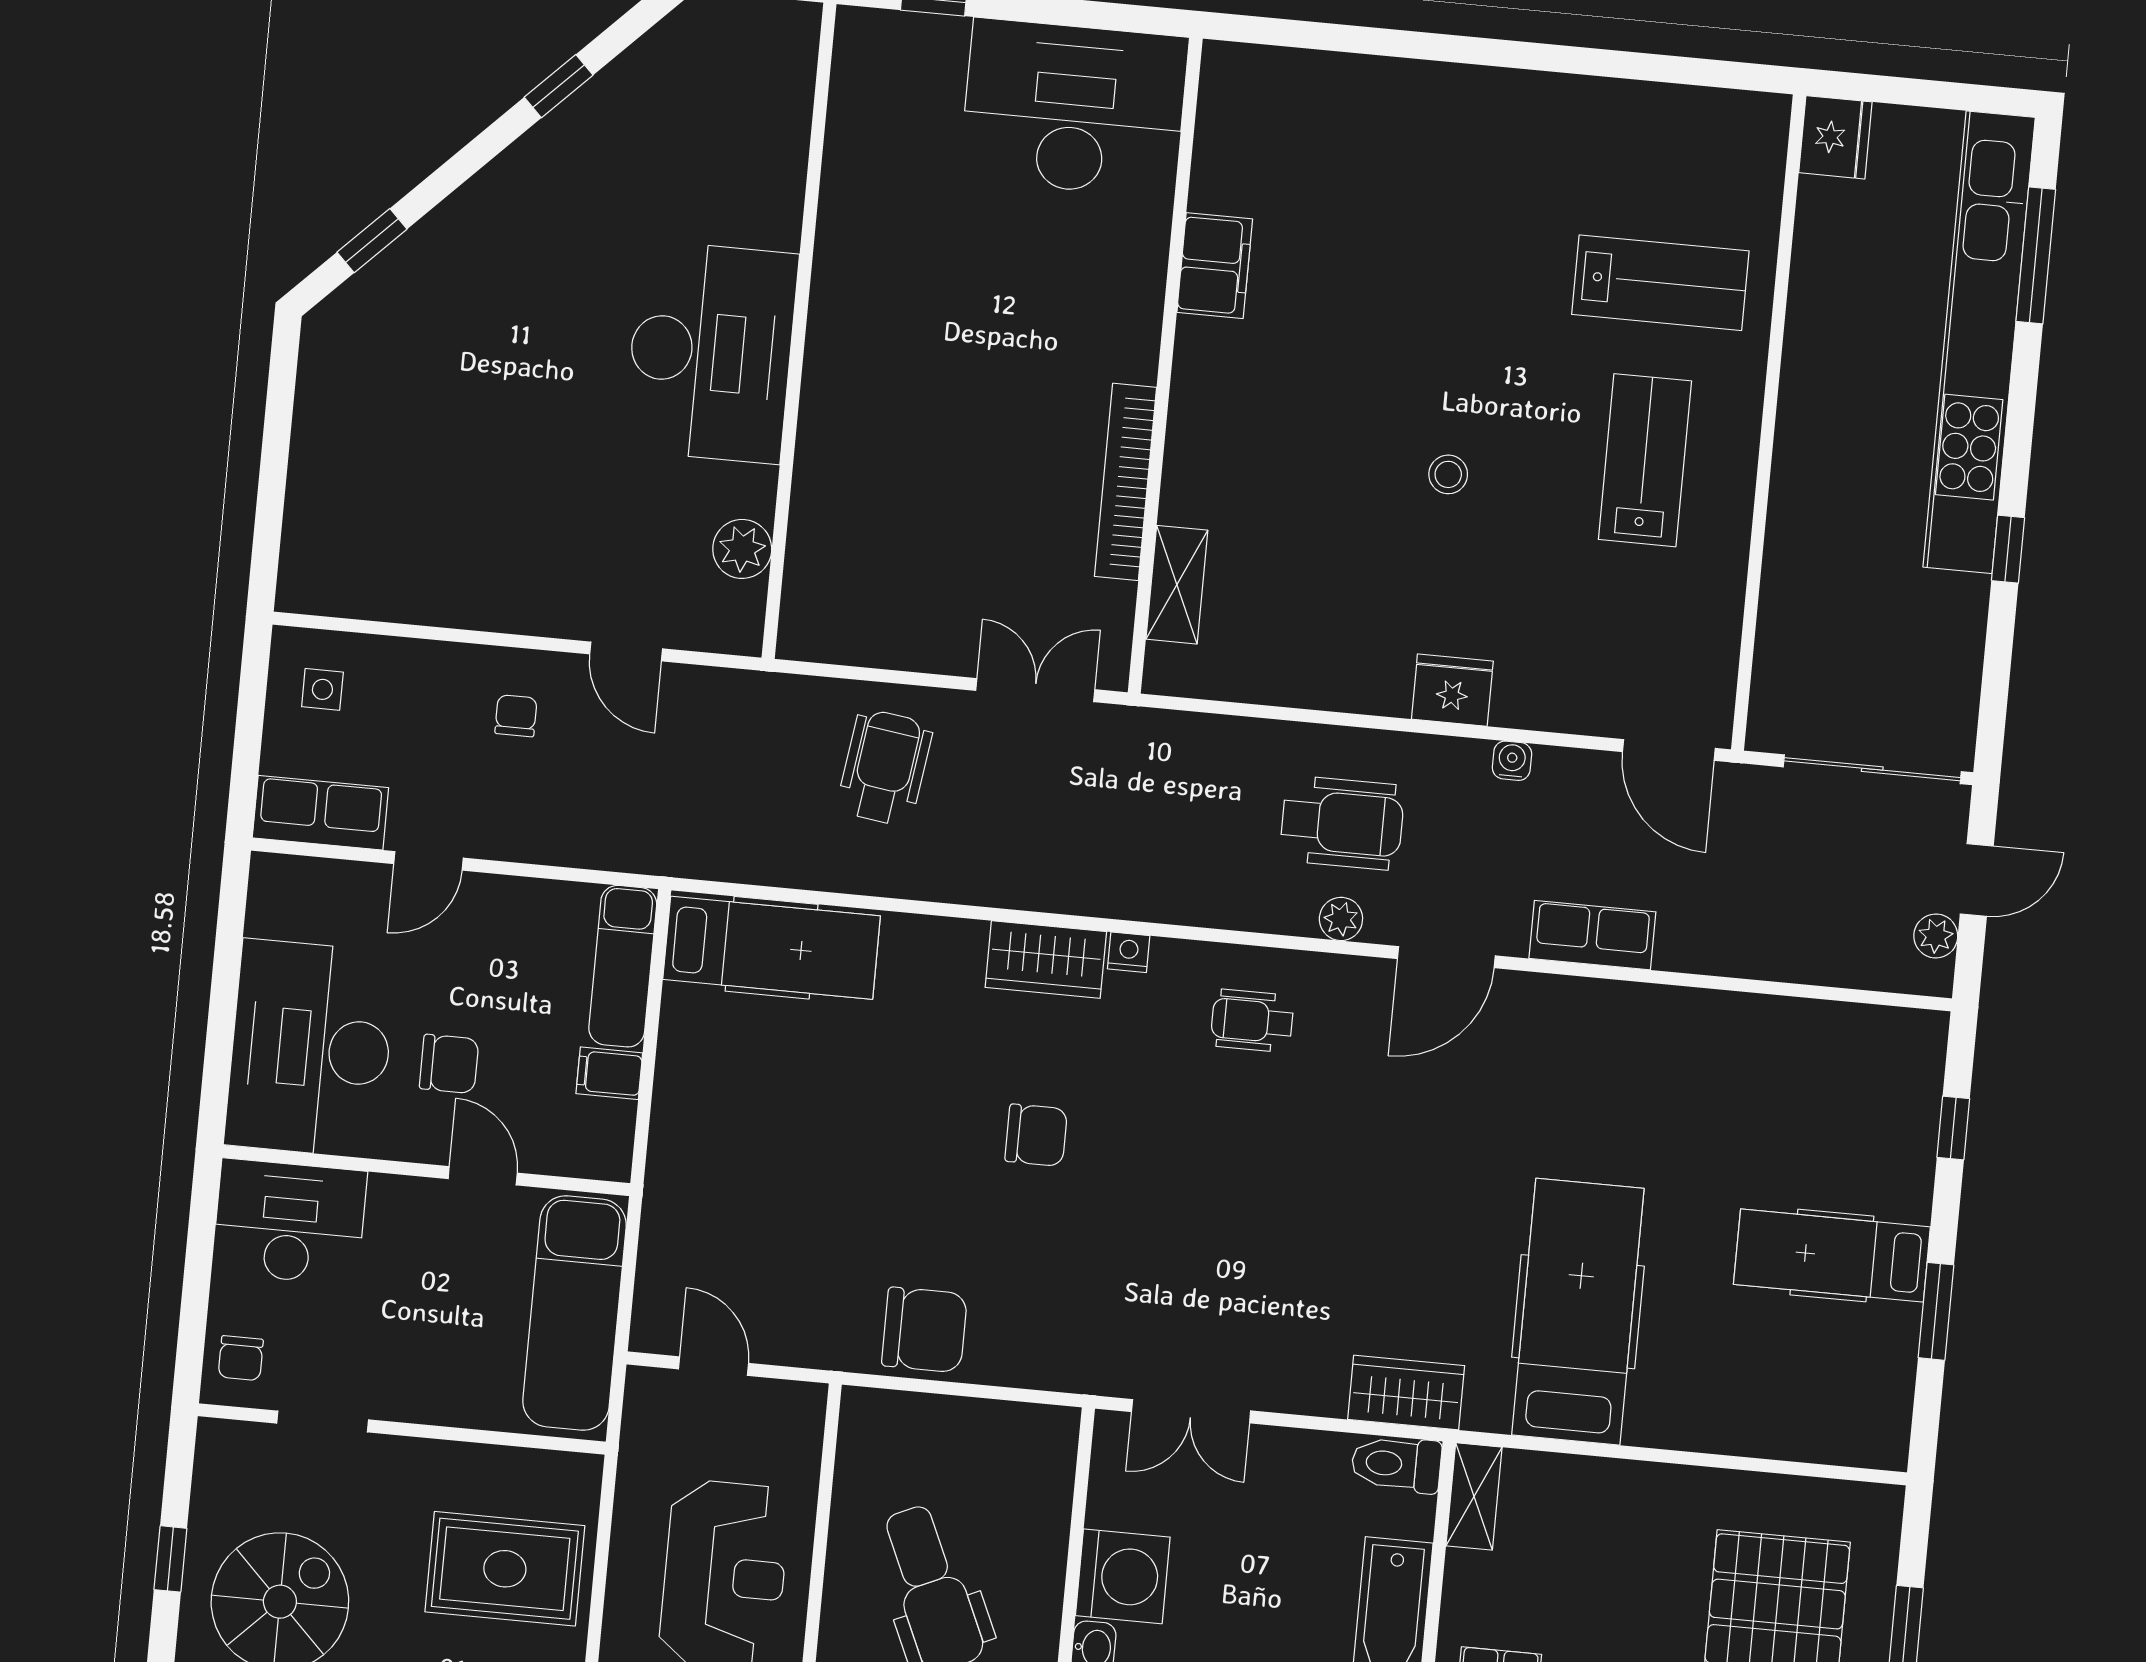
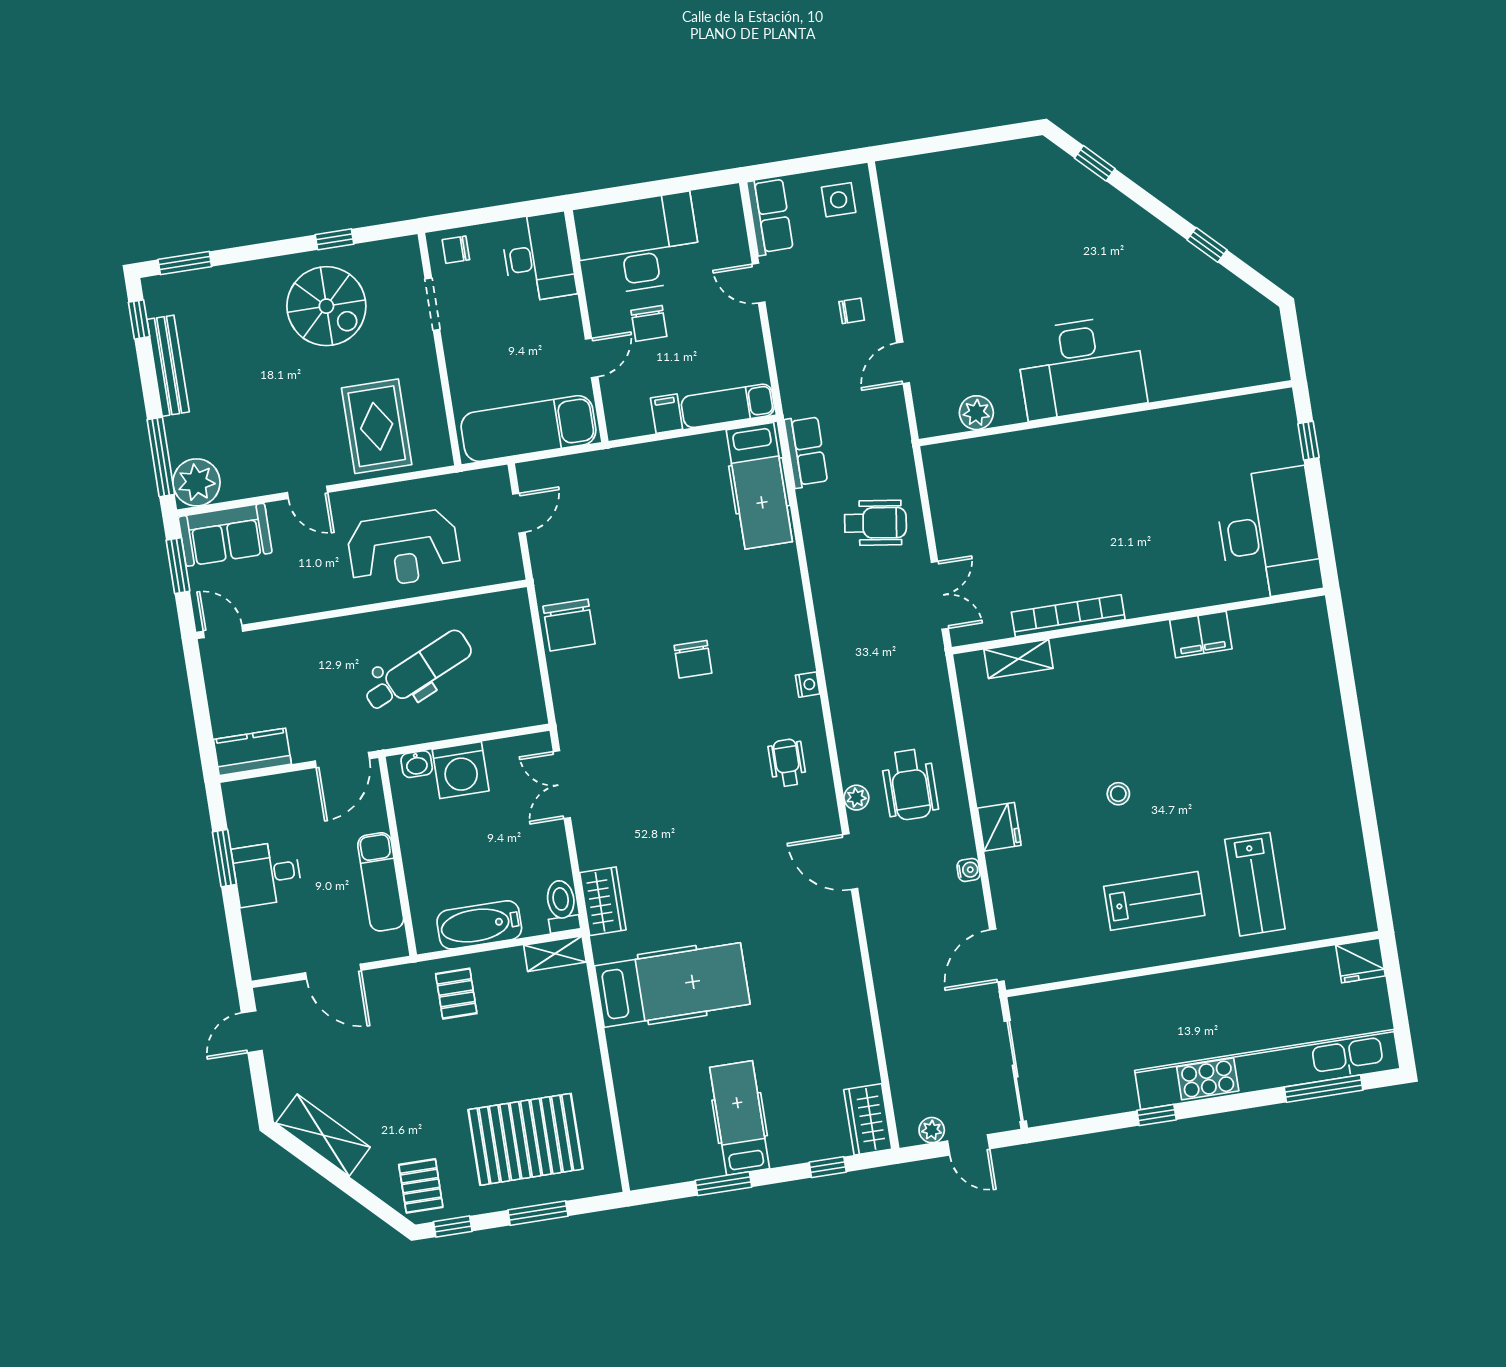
side table: (322, 689) -> (839, 200), width x1.37, depth x1.37
row of seats: (1592, 935) -> (806, 451), moved
wardrobe: (1046, 960) -> (868, 1119), moved

